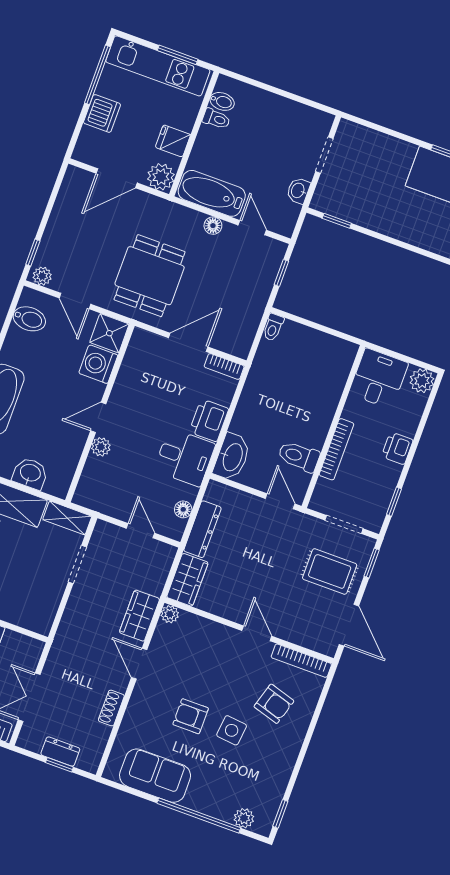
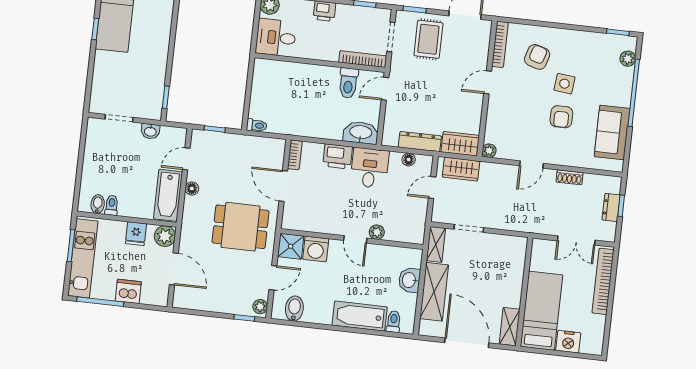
bookcase: (336, 449) -> (363, 59), moved
wardrobe: (139, 616) -> (461, 169), moved

